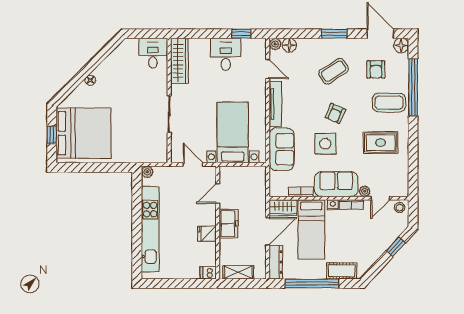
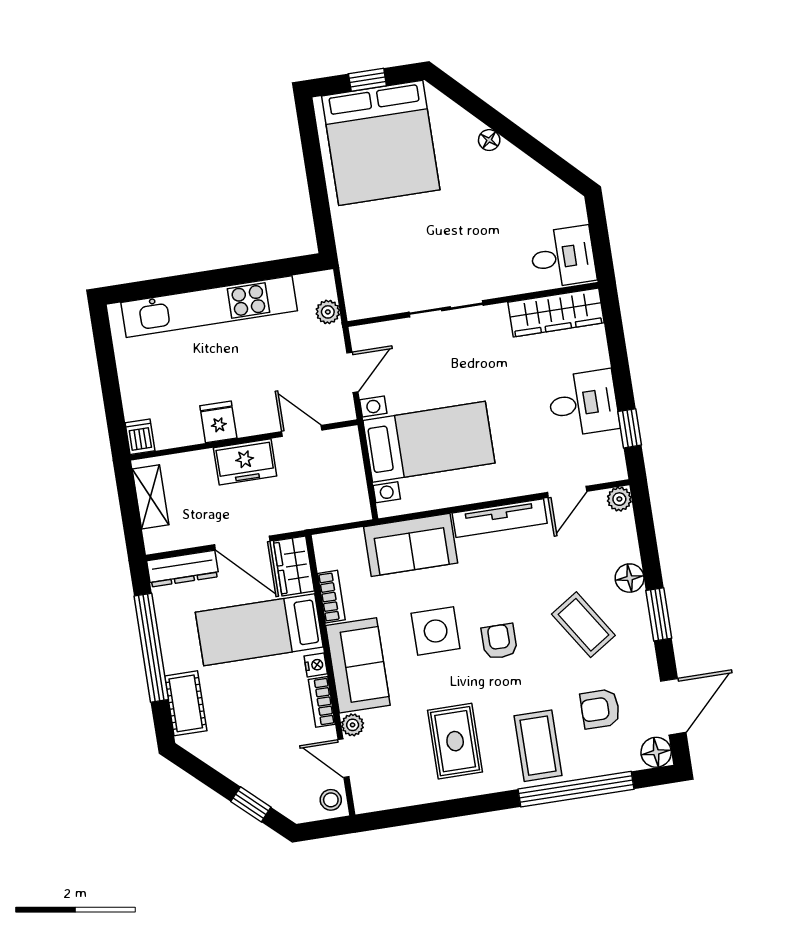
floor lamp: (289, 45) -> (630, 578), moved
armchair: (335, 113) -> (499, 641), turned 66
plant: (147, 172) -> (328, 312), moved

